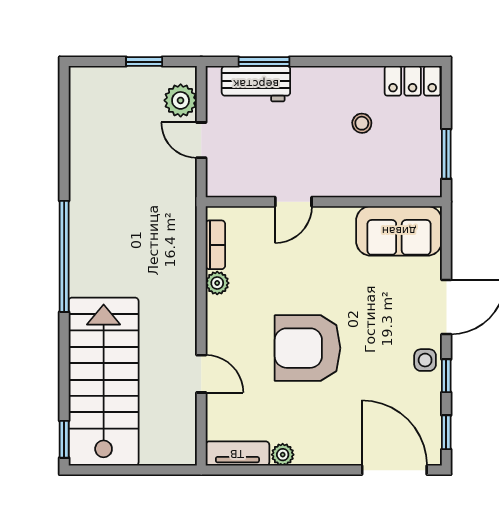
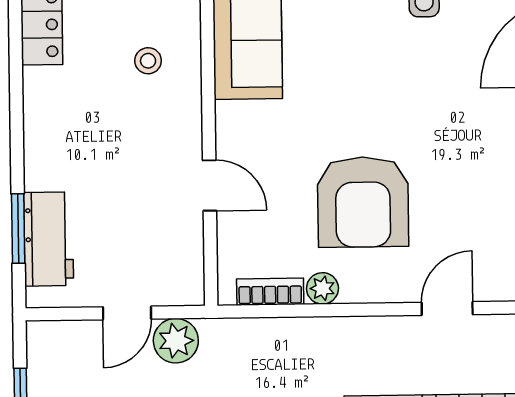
plant: (181, 100) -> (176, 341), moved
stool: (362, 123) -> (148, 61), moved
armchair: (308, 348) -> (363, 202), moved

